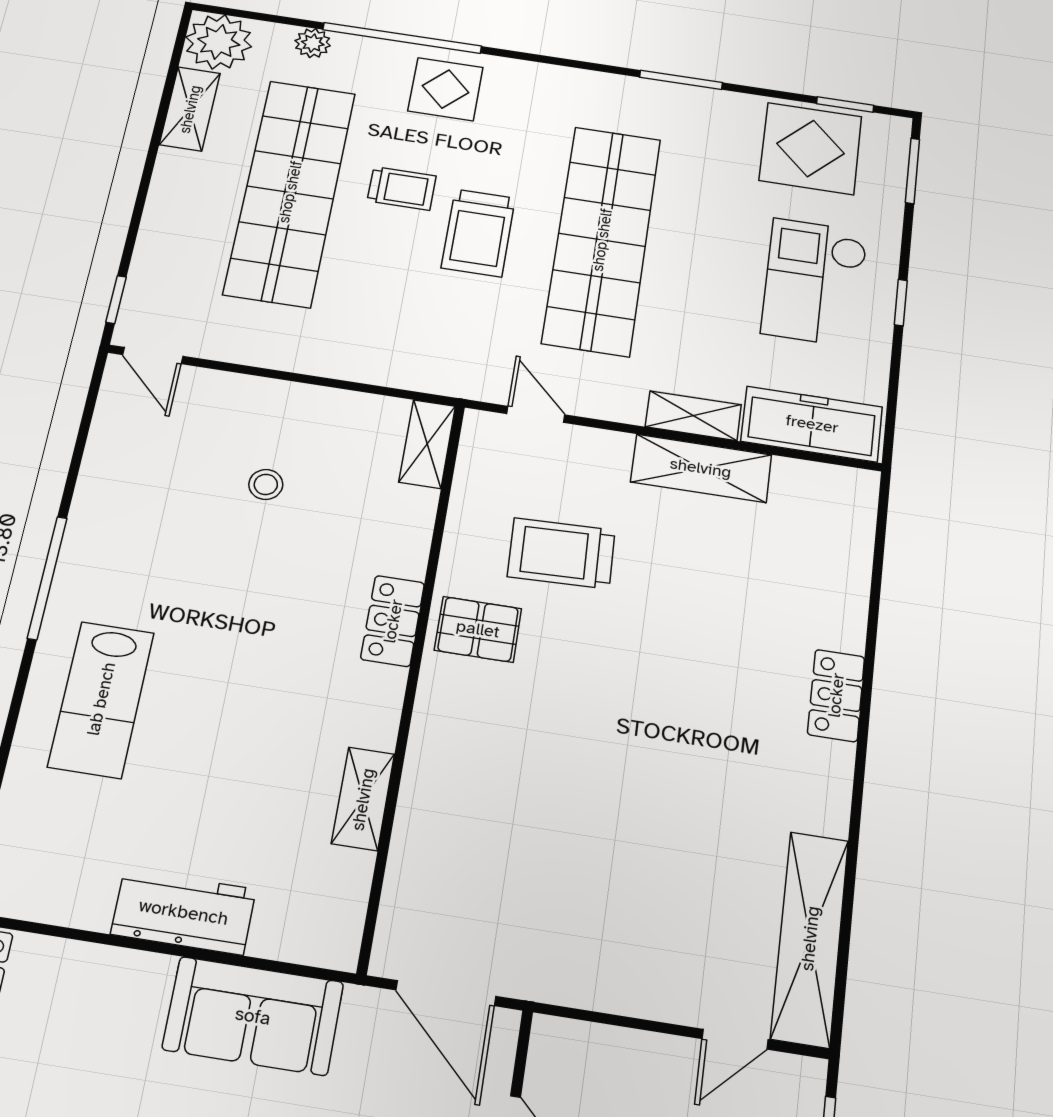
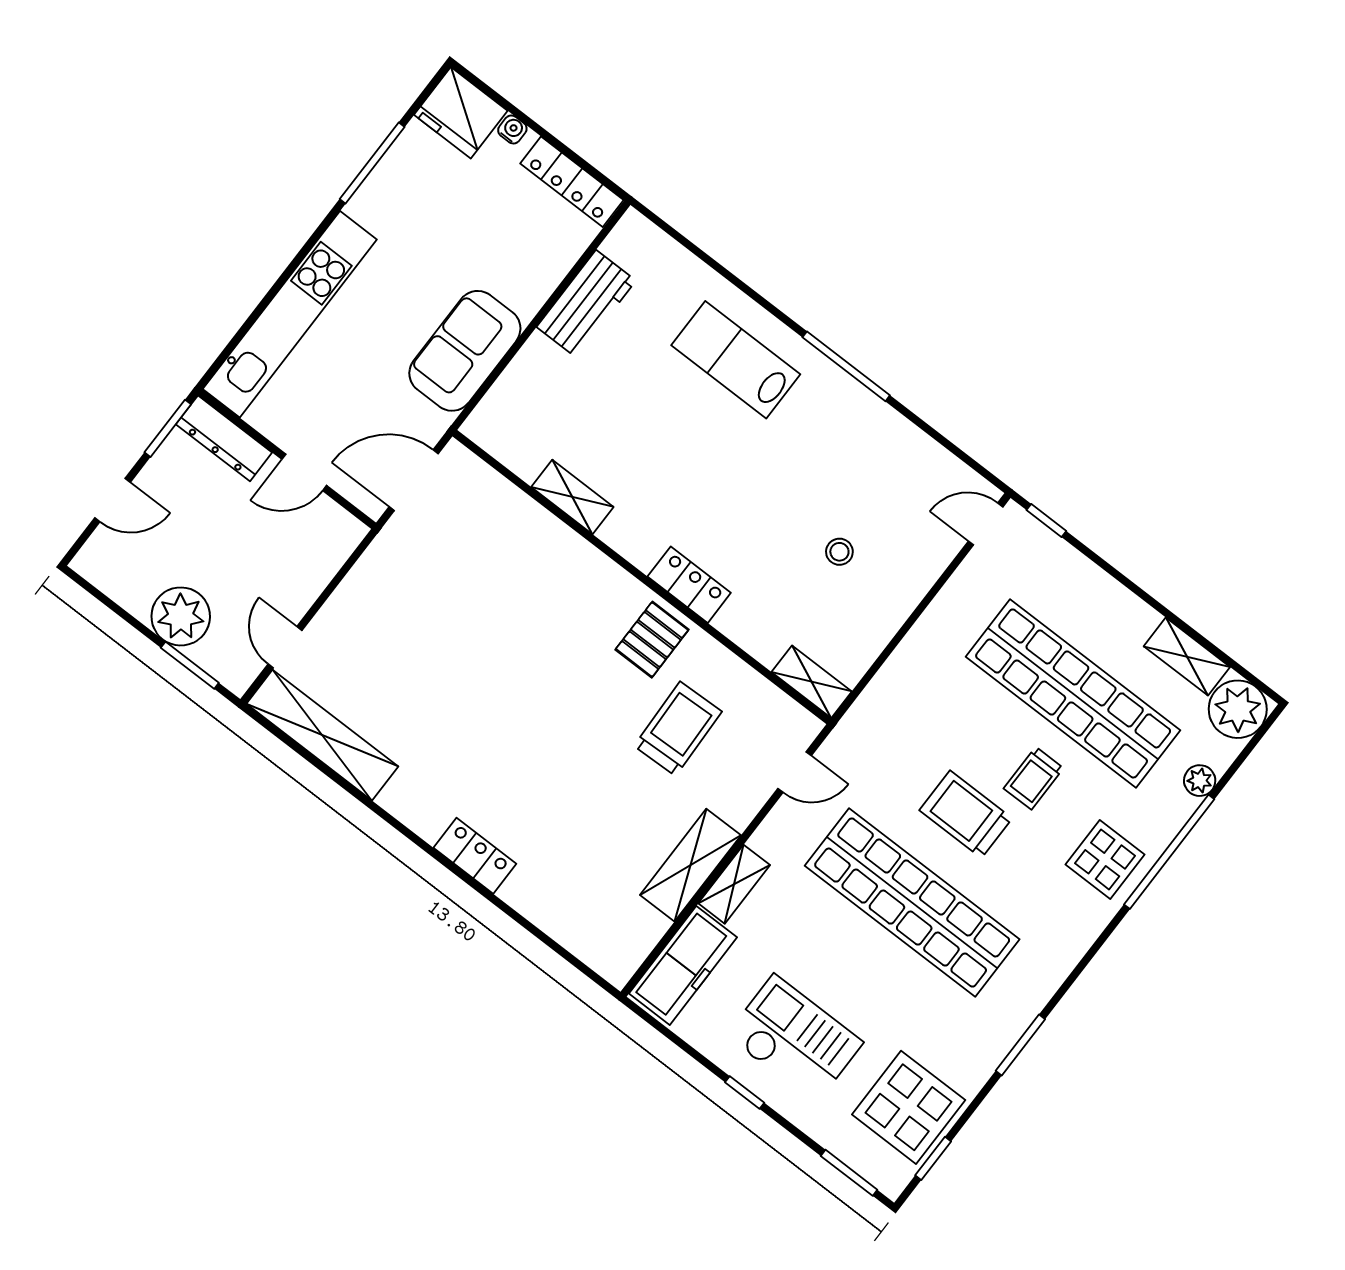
workbench: (184, 912) -> (586, 304), moved

